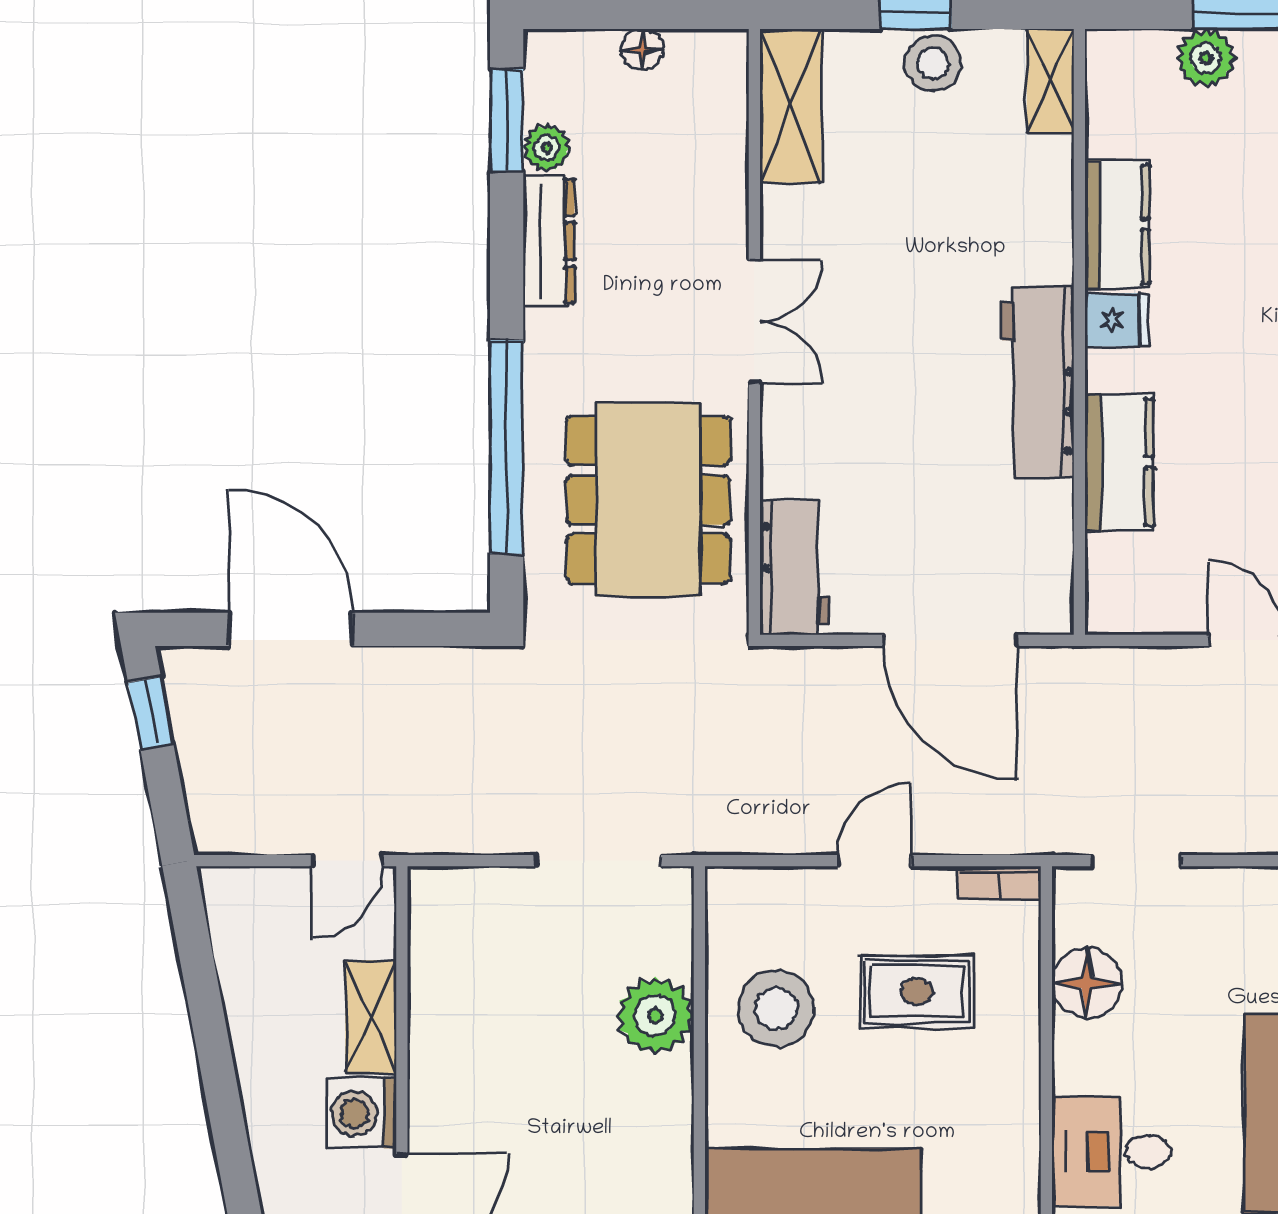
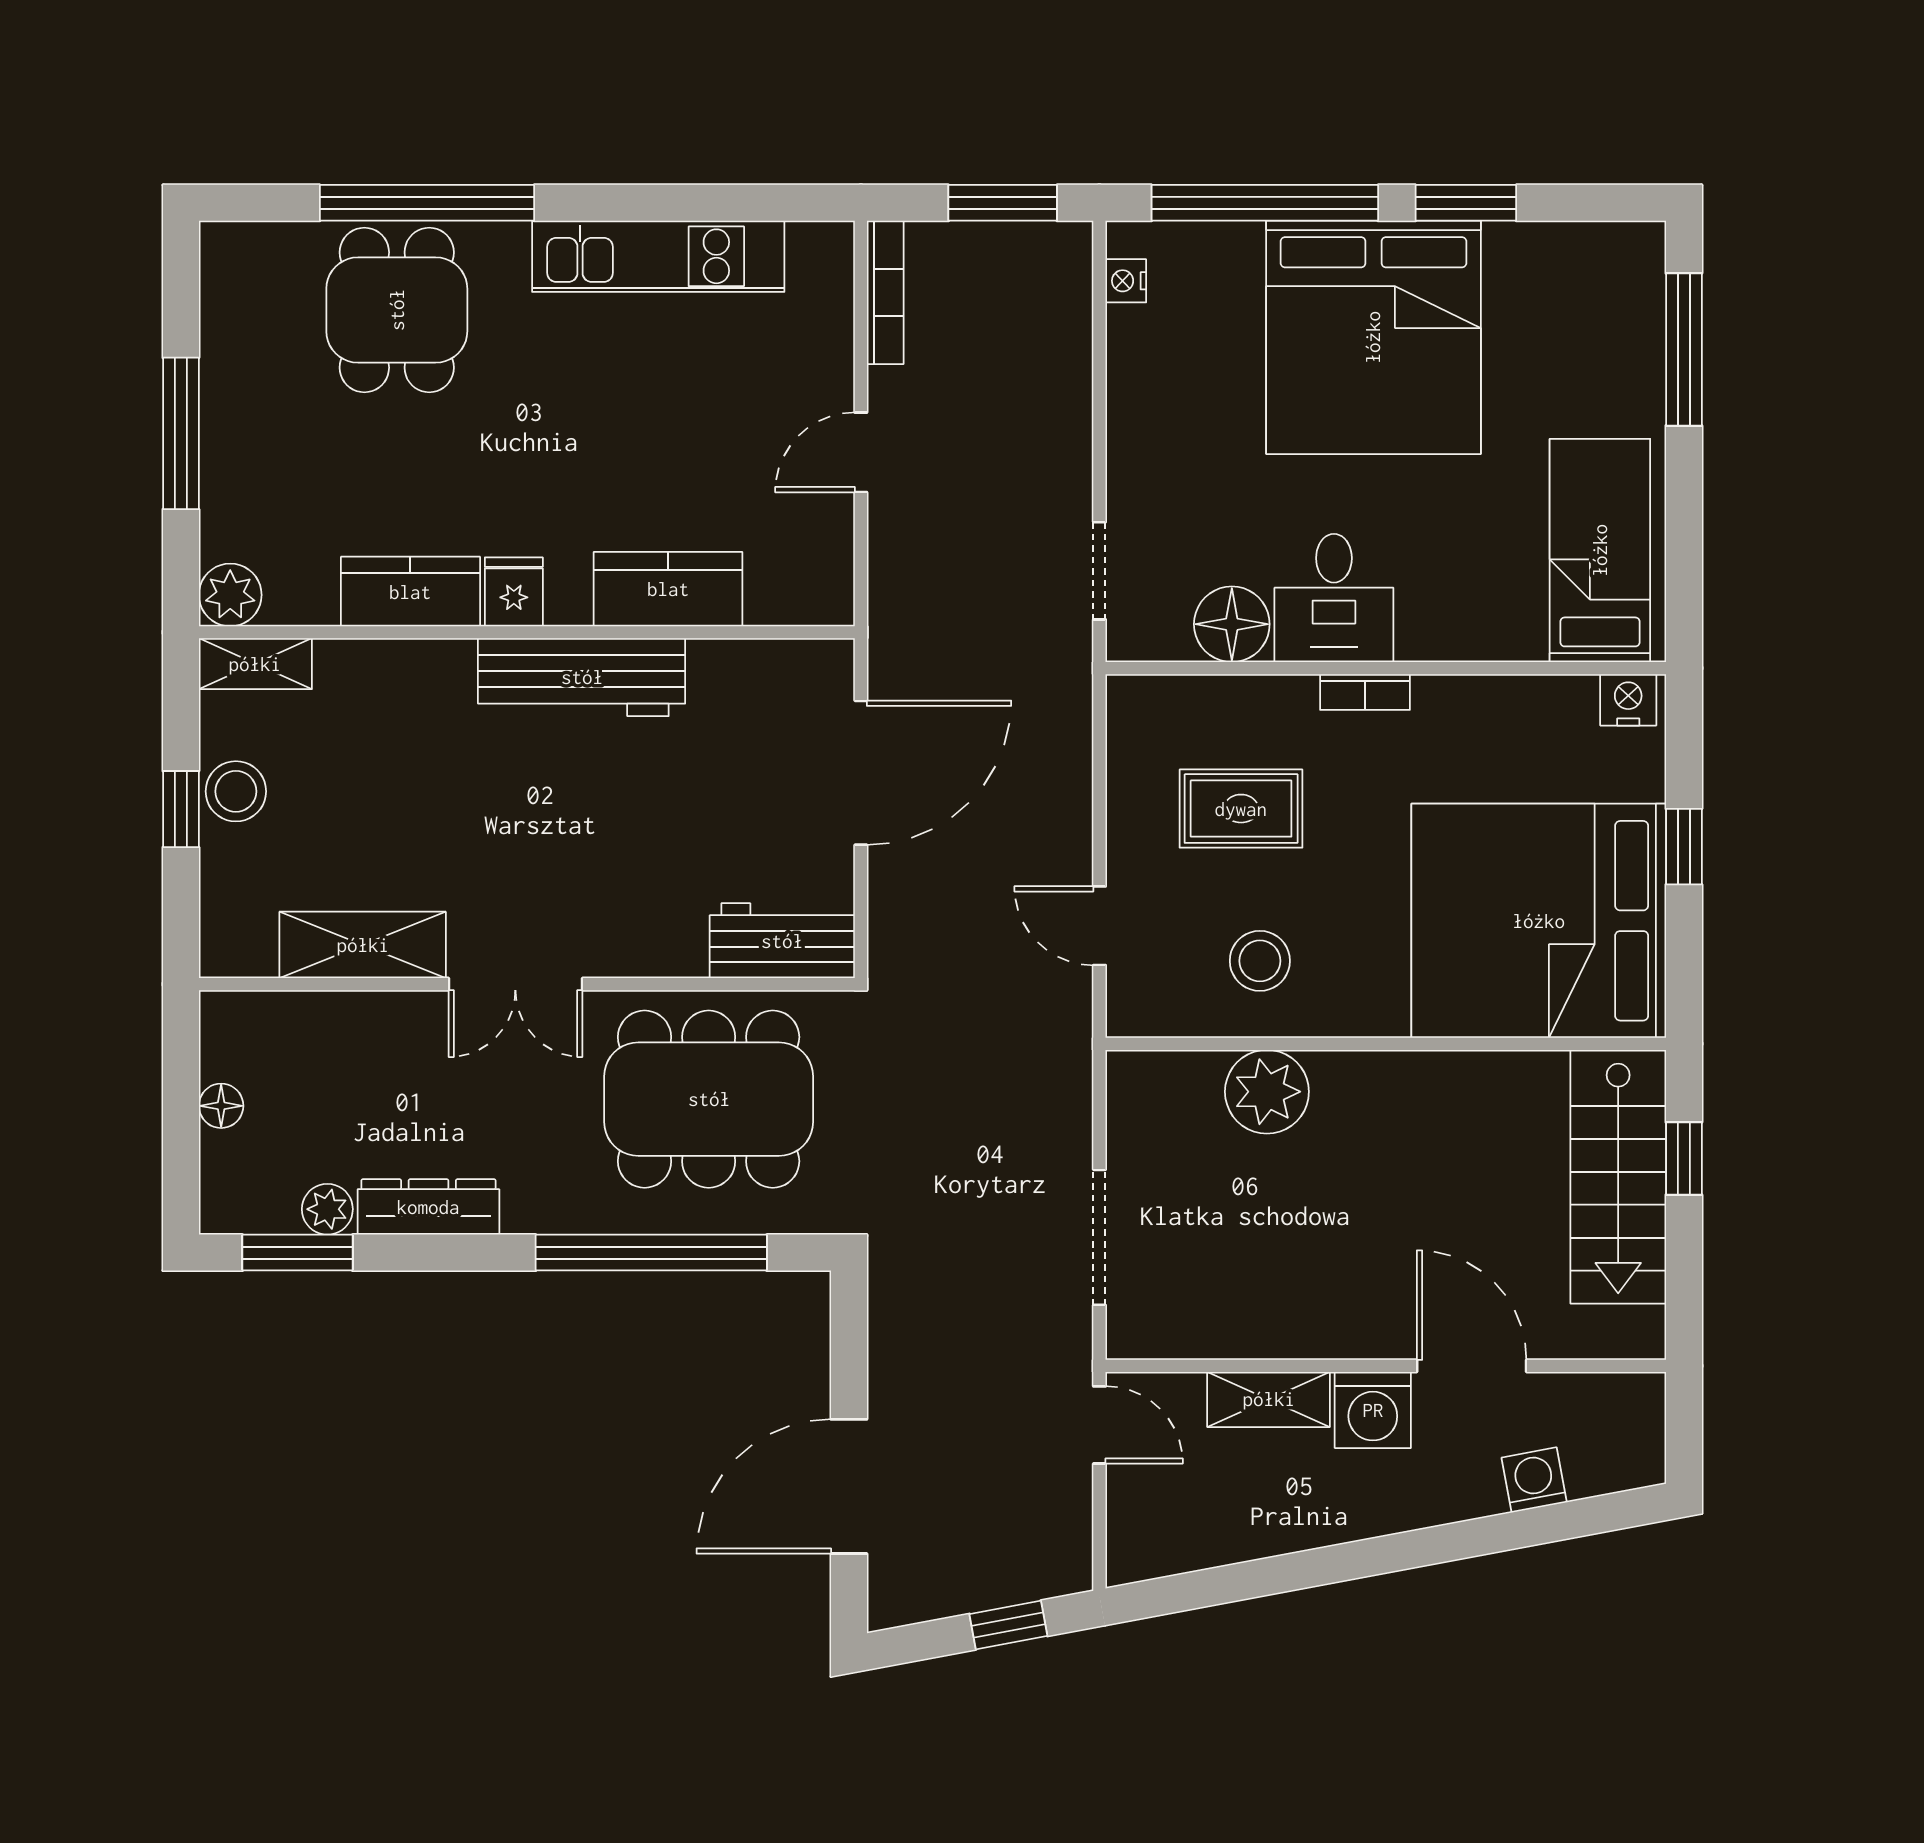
plant: (1206, 58) -> (230, 595), moved
shelving: (791, 106) -> (363, 945), moved
double door: (754, 321) -> (515, 984), swing flipped
window: (151, 713) -> (1008, 1625), moved
doorway: (598, 861) -> (1099, 1237), moved
door: (874, 861) -> (1099, 926), moved
bookcase: (999, 883) -> (1365, 692), moved, turned 90
rug: (917, 991) -> (1241, 809), turned 90
stool: (776, 1009) -> (1260, 961), width x0.73, depth x0.73
desk: (1111, 1152) -> (1334, 598), moved

